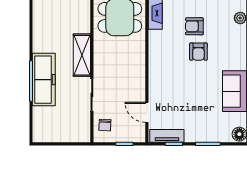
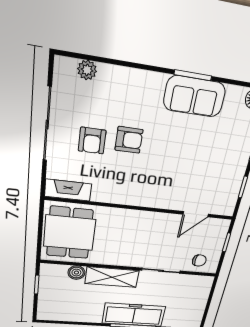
boiler: (84, 26) -> (76, 273), added
tv unit: (167, 136) -> (231, 194), removed

